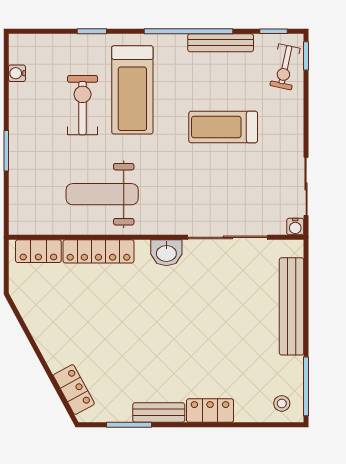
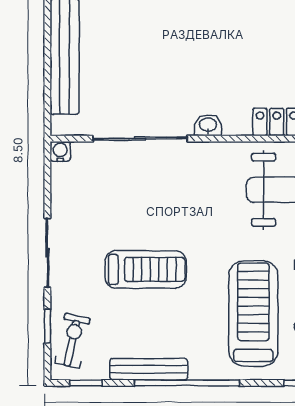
window: (306, 56) -> (47, 326), moved
sliding door: (306, 186) -> (47, 253), moved
washbasin: (166, 253) -> (208, 125), width x0.72, depth x0.69

